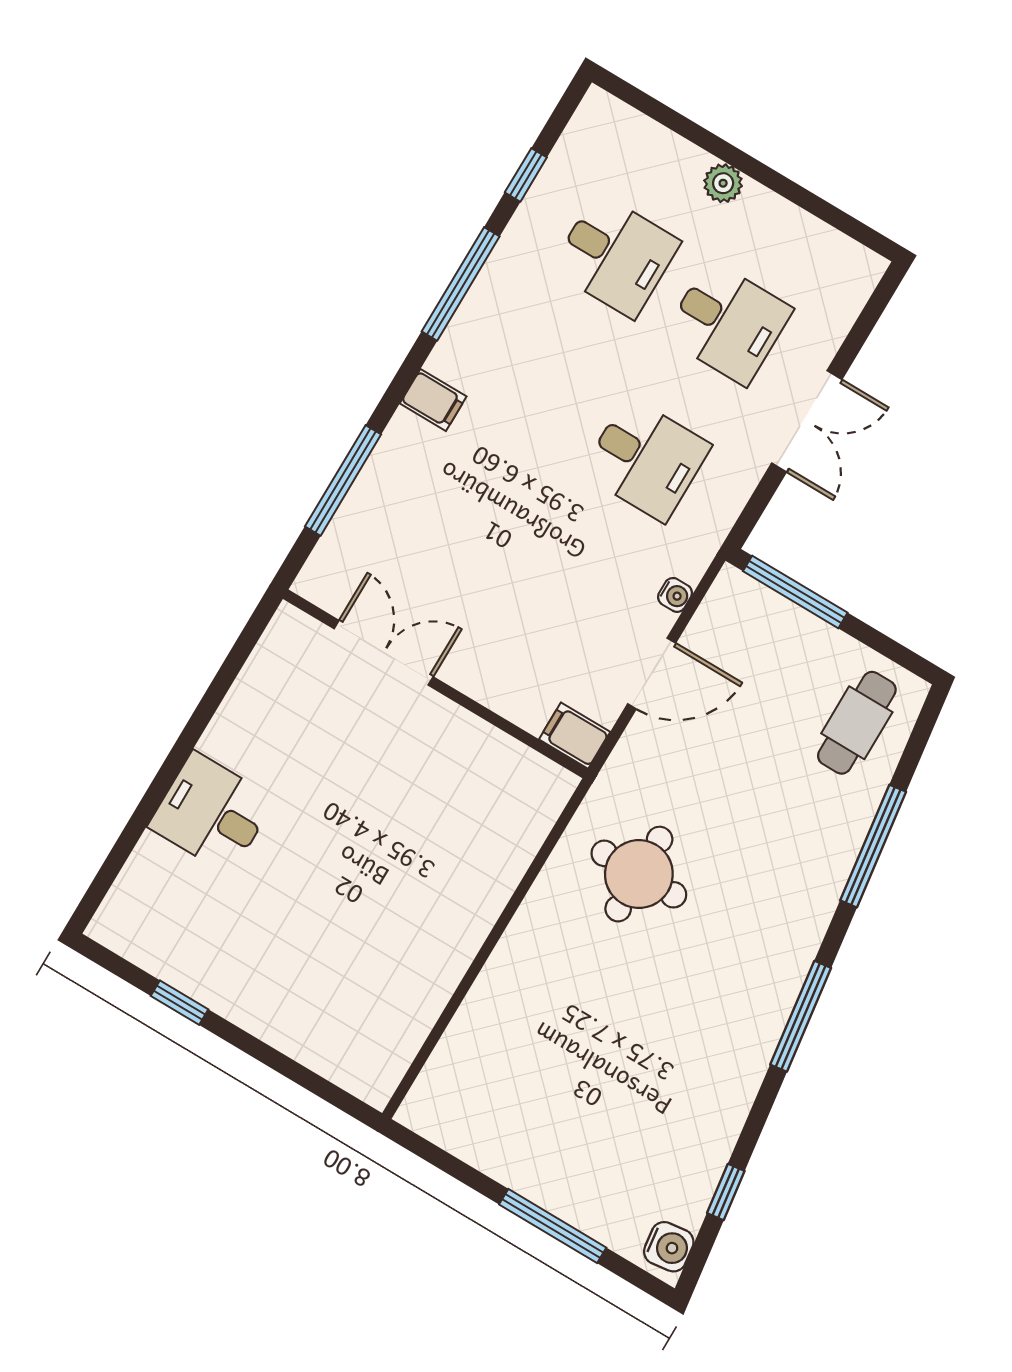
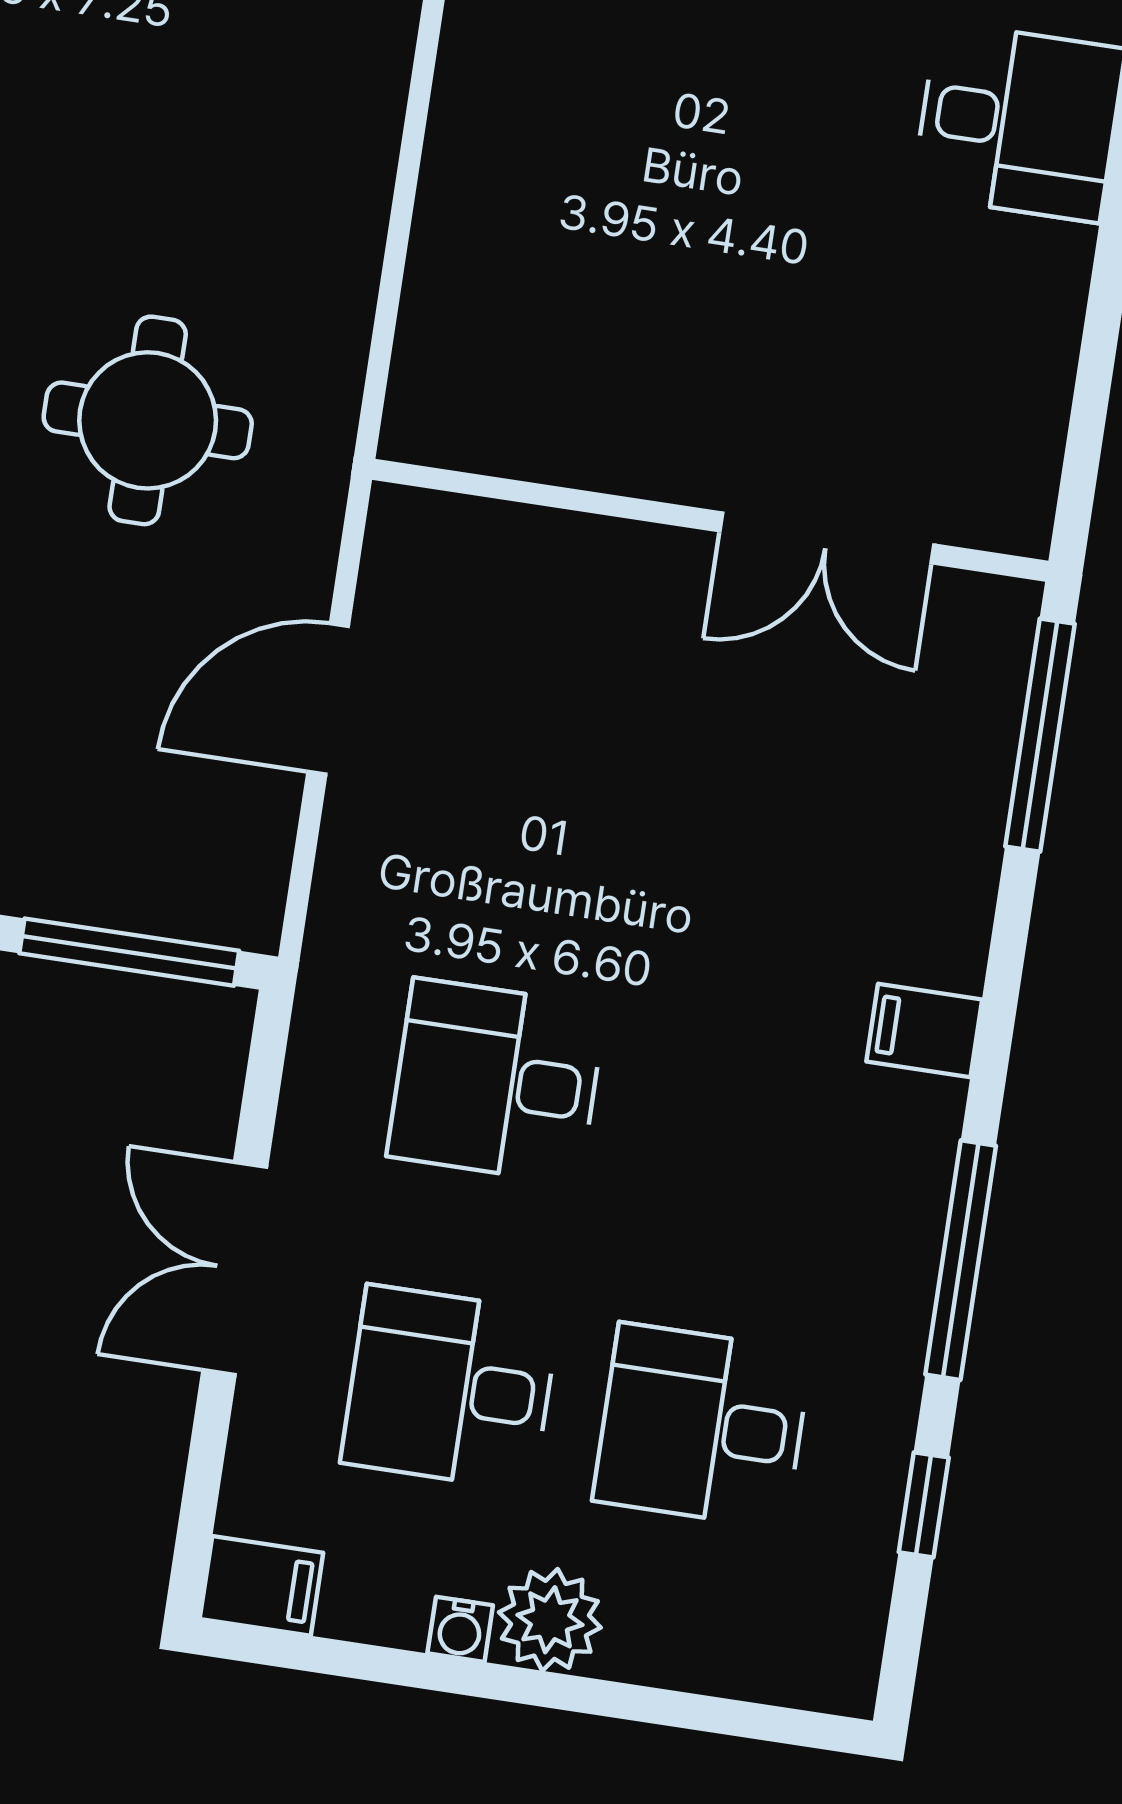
plant: (723, 183) -> (550, 1620), width x1.38, depth x1.38
window: (343, 480) -> (1040, 735), moved
water cooler: (675, 595) -> (460, 1629), moved, turned -90
filing cabinet: (575, 736) -> (261, 1586), moved
round table: (639, 874) -> (148, 420), moved

